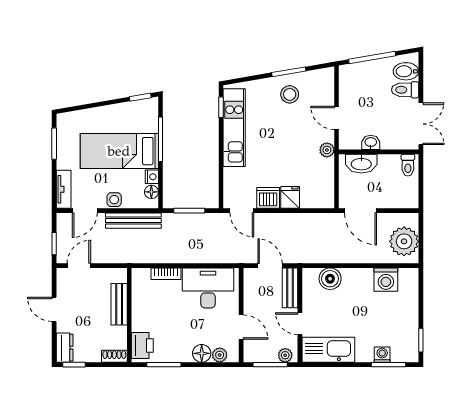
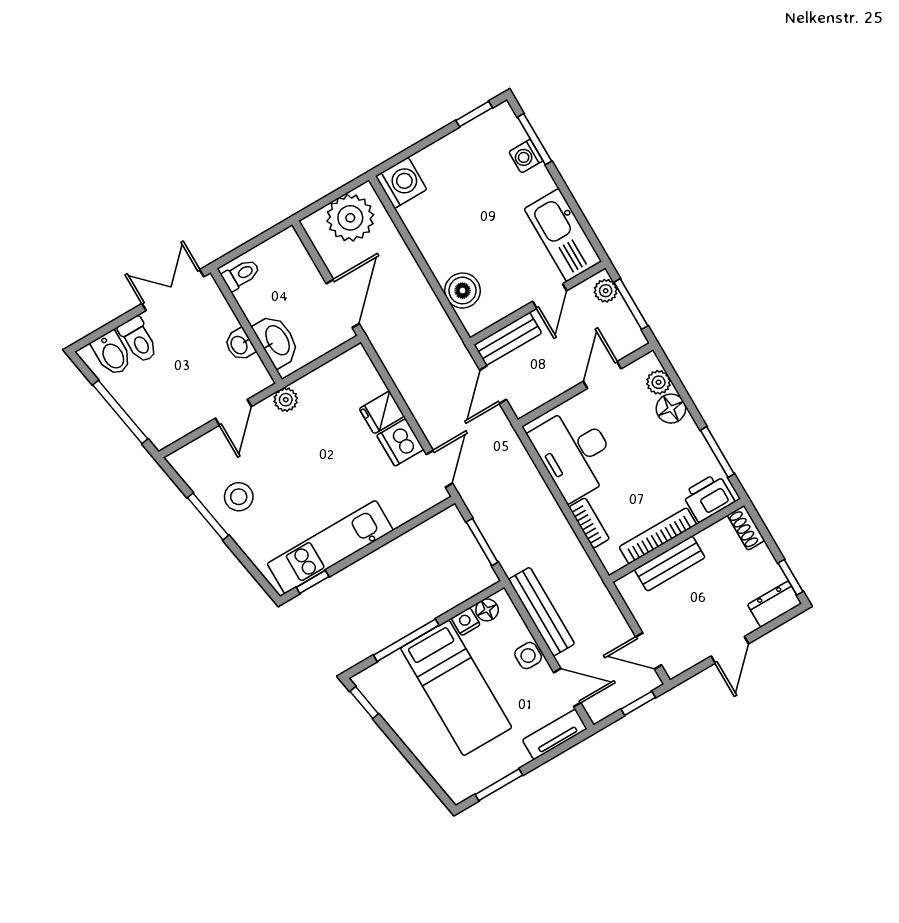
washing machine: (386, 280) -> (401, 183), moved
bookcase: (138, 307) -> (658, 536), added

